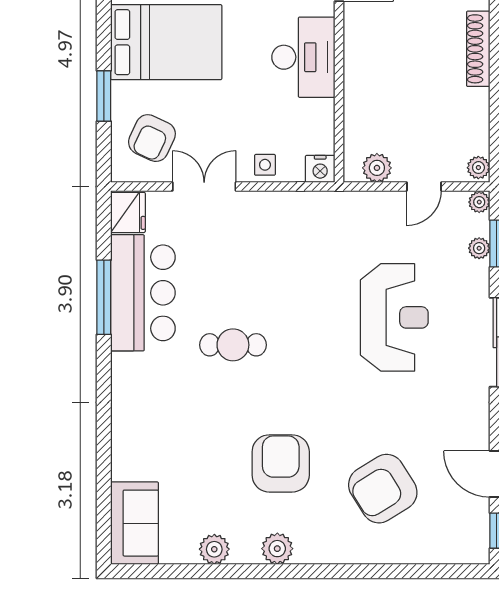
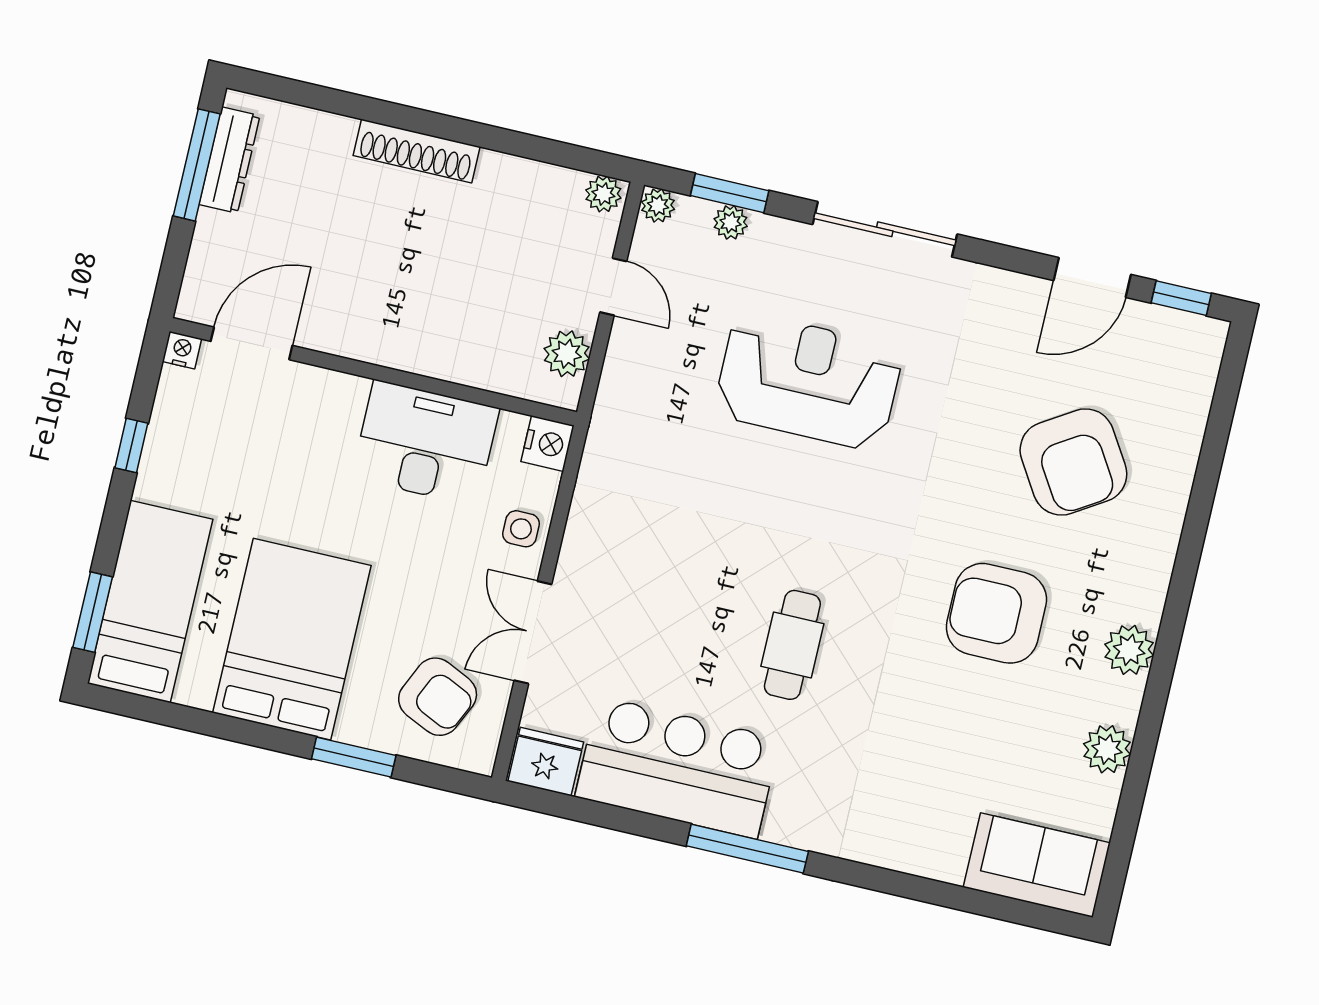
desk: (303, 57) -> (425, 443), moved
window: (104, 297) -> (747, 849), moved

